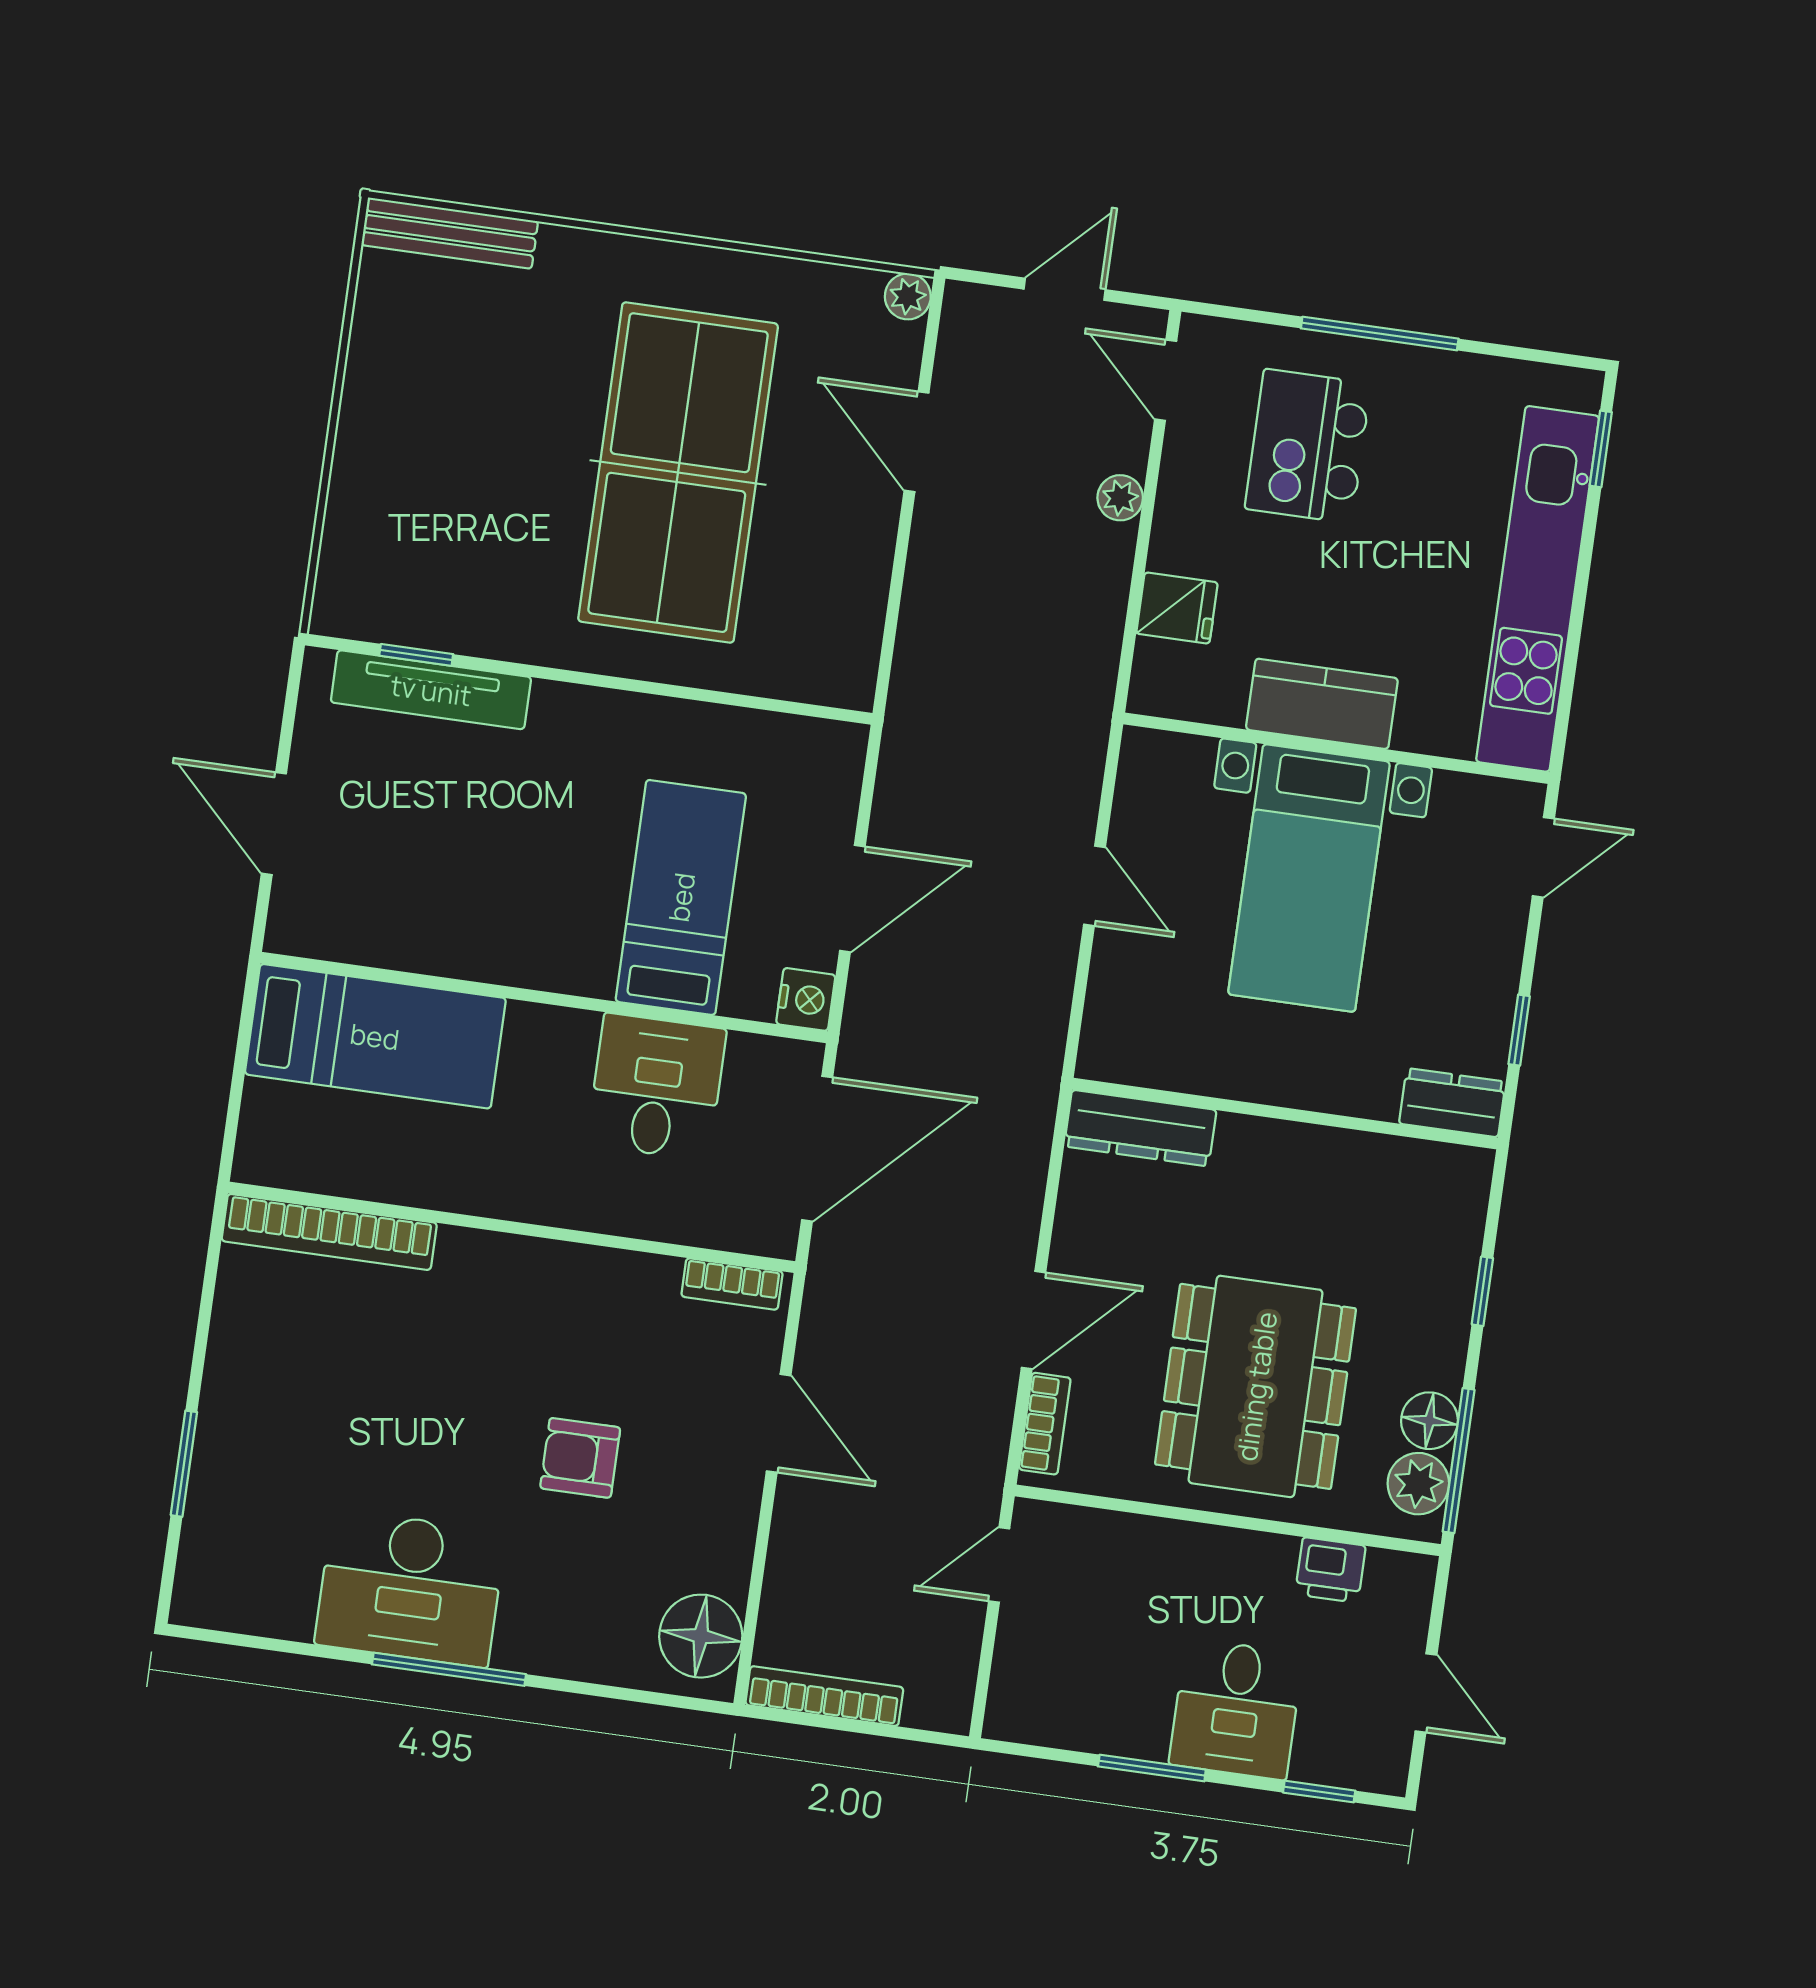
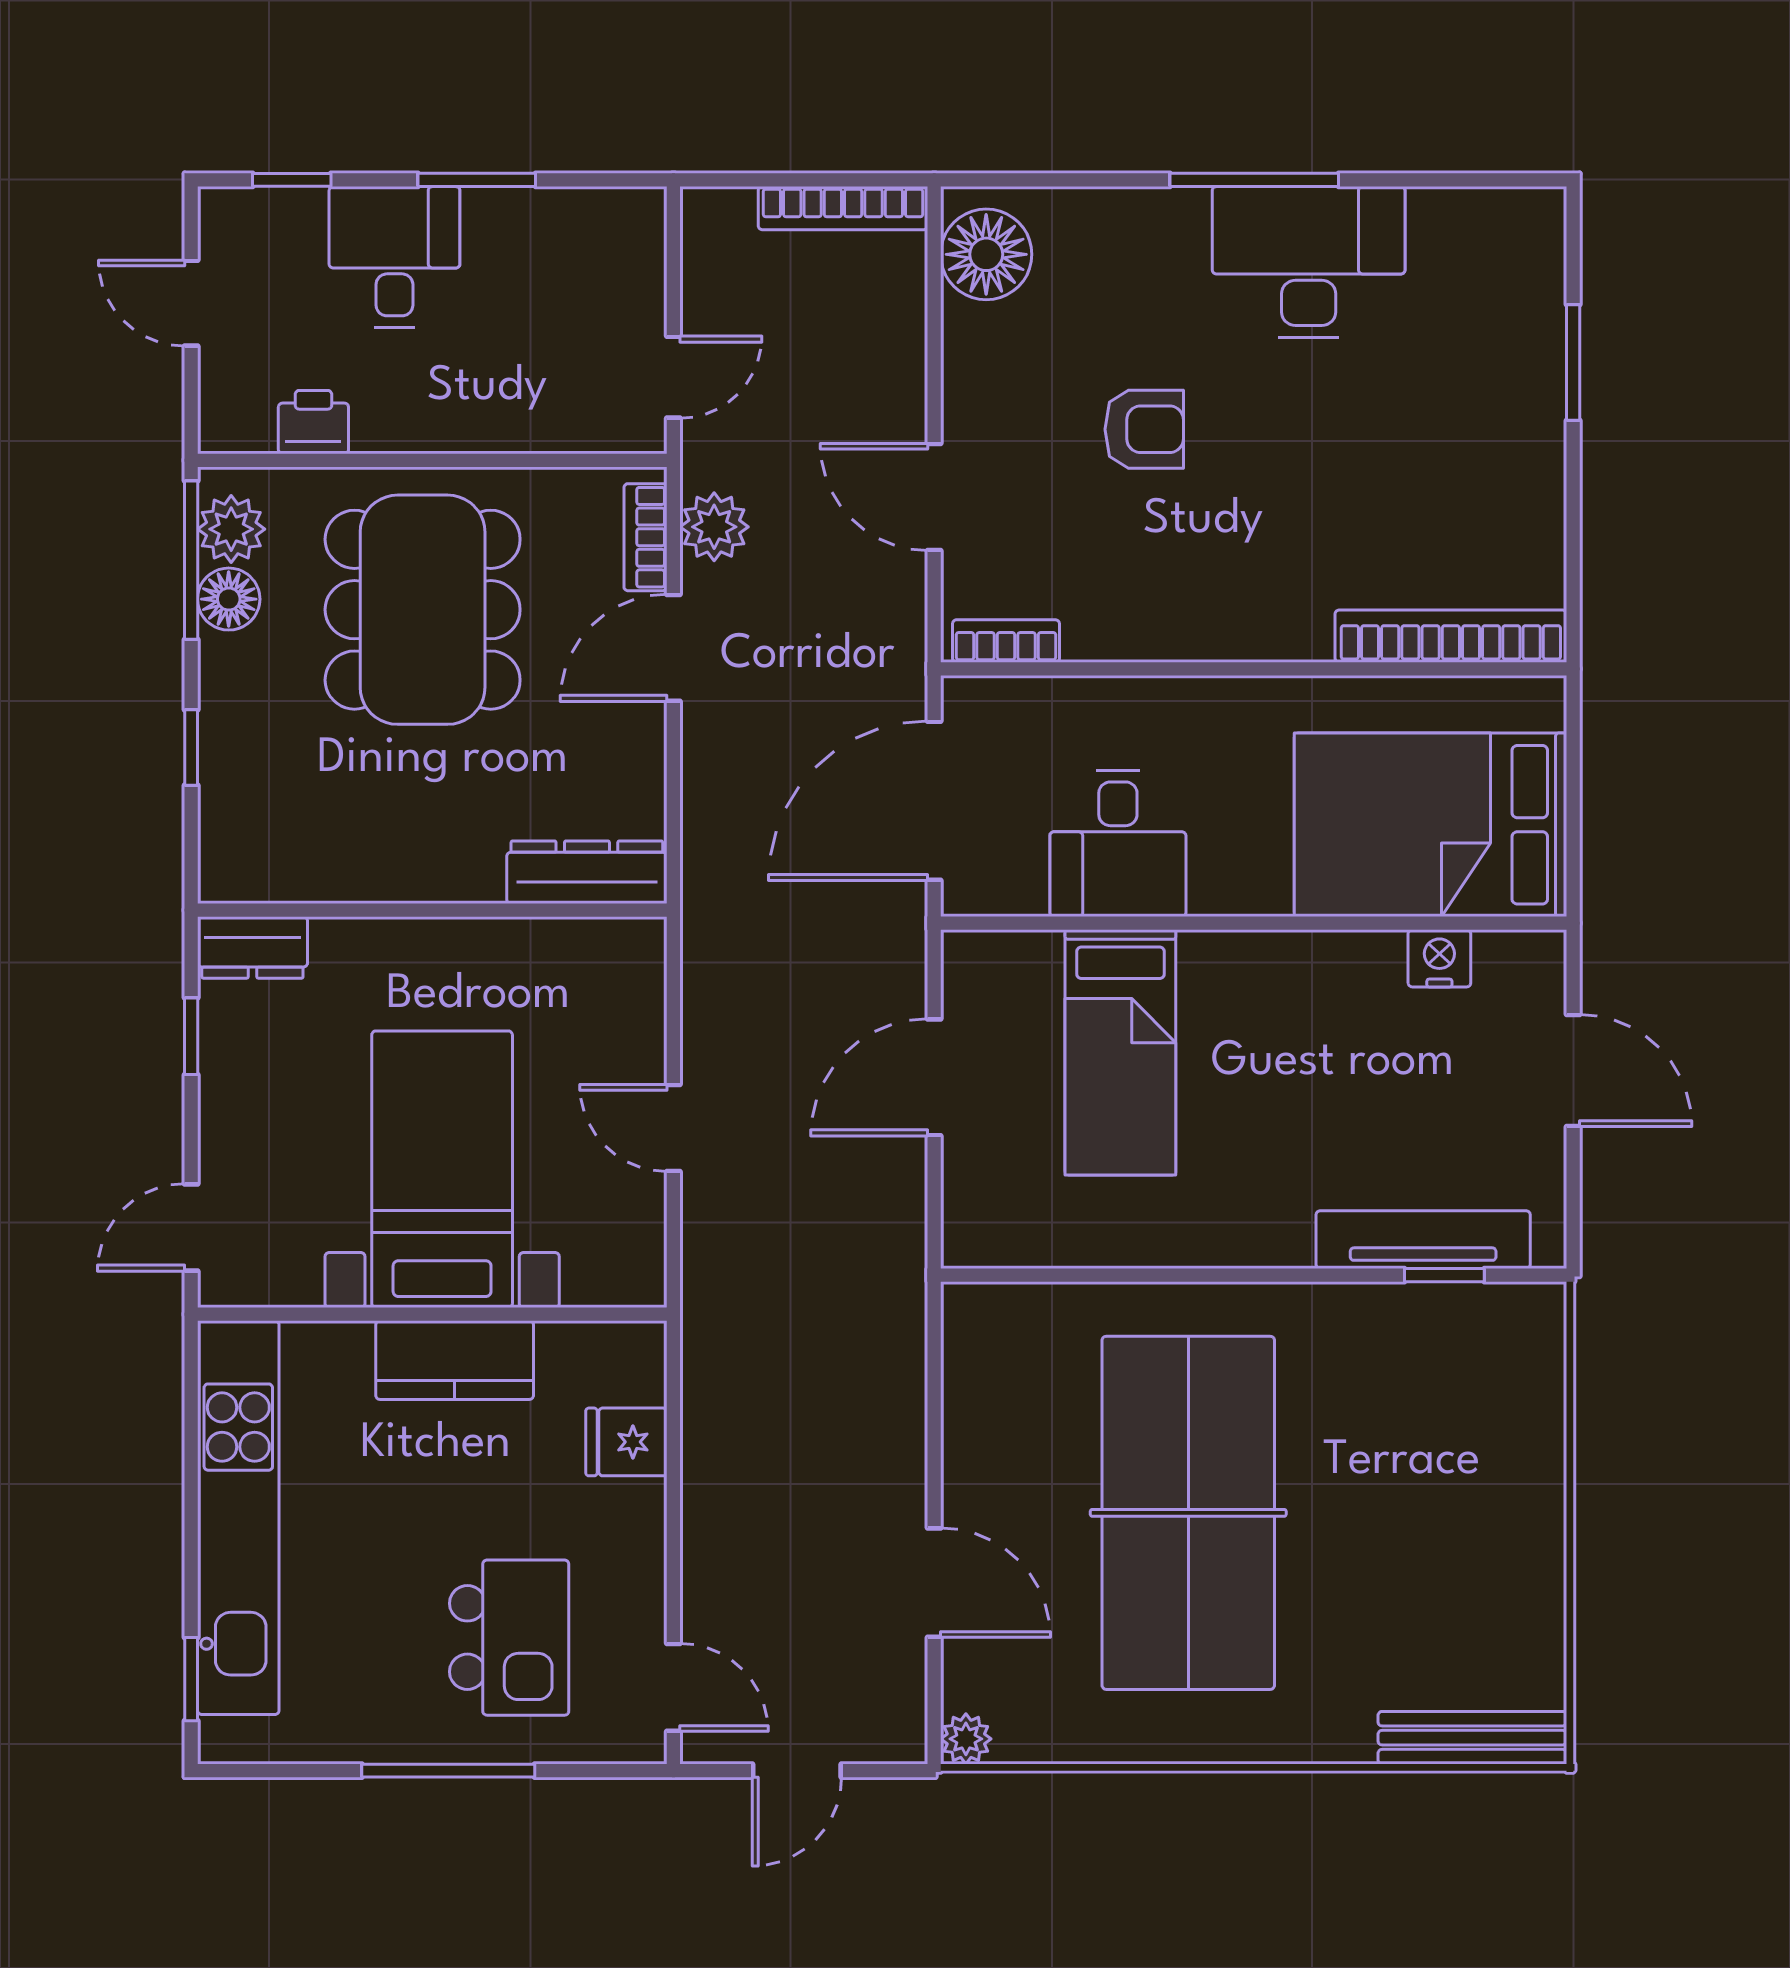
plant: (1120, 498) -> (714, 527), moved, width x1.38, depth x1.38
nightstand: (806, 999) -> (1439, 958), moved, turned 90
bed: (375, 1036) -> (1431, 825), width x1.50

